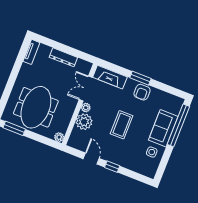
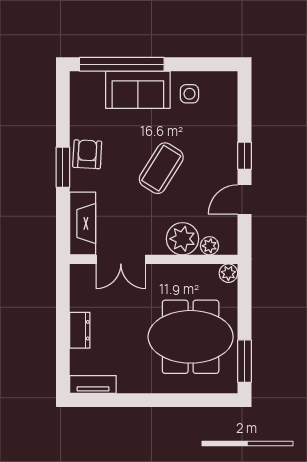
dresser: (63, 57) -> (80, 330), width x0.70
armchair: (142, 92) -> (87, 154), turned -87
plant: (86, 108) -> (209, 246), moved
coffee table: (122, 125) -> (161, 168), turned -58

